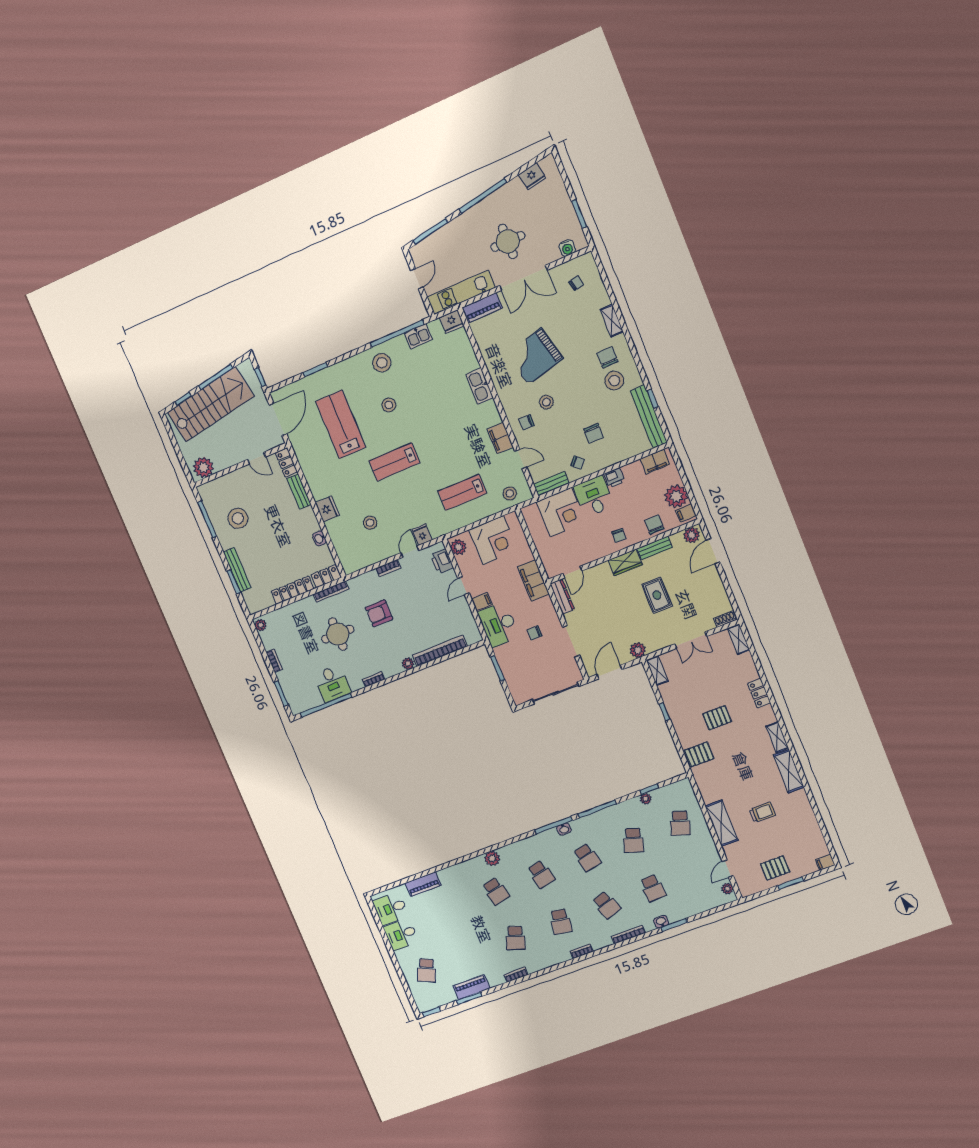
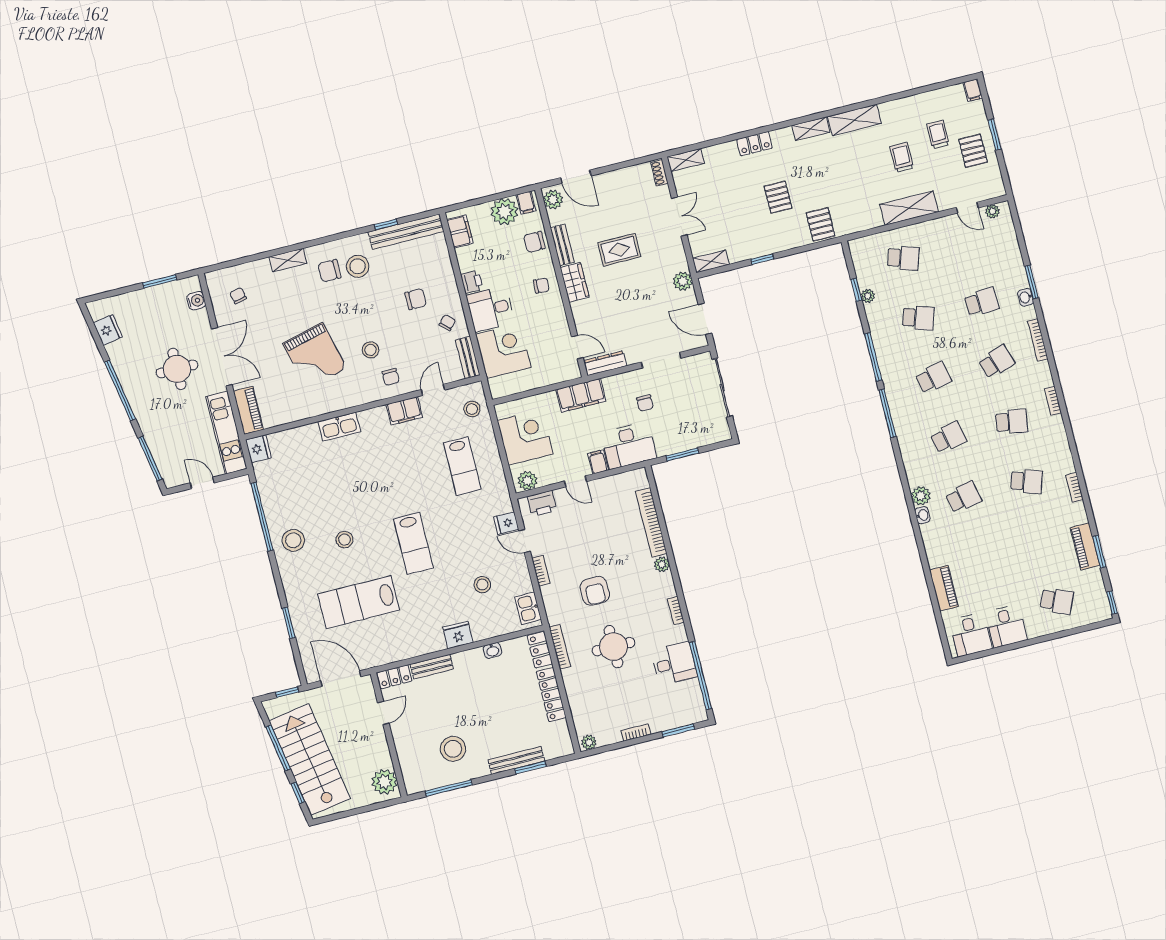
kitchen sink: (418, 336) -> (528, 608), moved, turned 180
washbasin: (564, 829) -> (922, 515), moved
trolley: (785, 839) -> (938, 134), added

